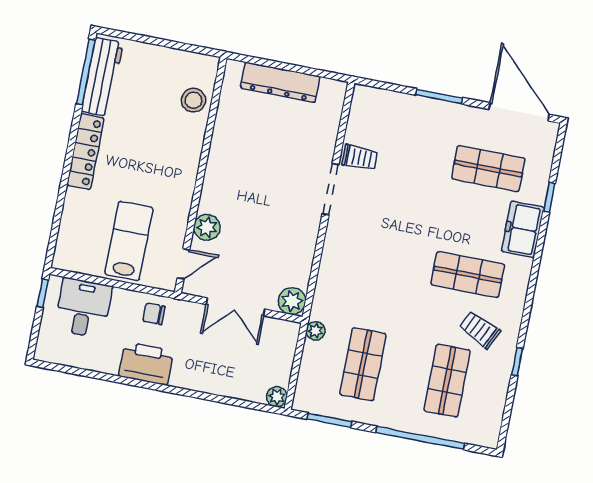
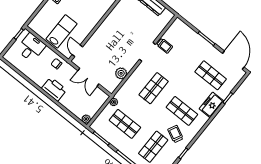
plant: (207, 227) -> (93, 42), removed
shop shelf: (384, 258) -> (154, 88), added
door: (183, 264) -> (77, 51), swing flipped
plant: (292, 301) -> (121, 73), moved
printer: (146, 363) -> (54, 89), moved
shop shelf: (363, 364) -> (125, 124), turned 90

